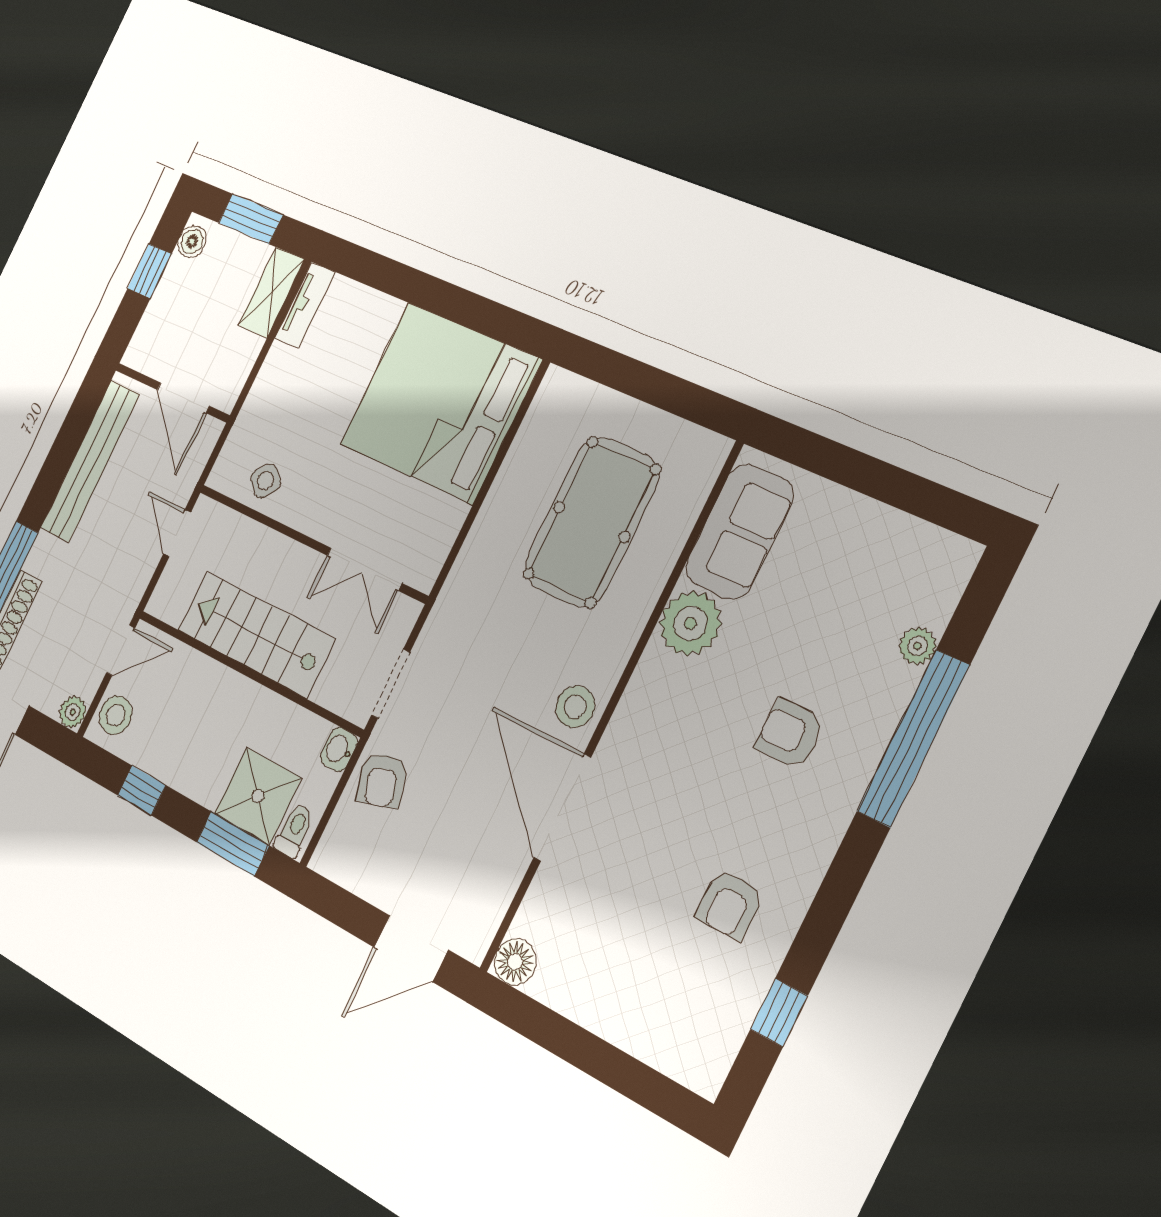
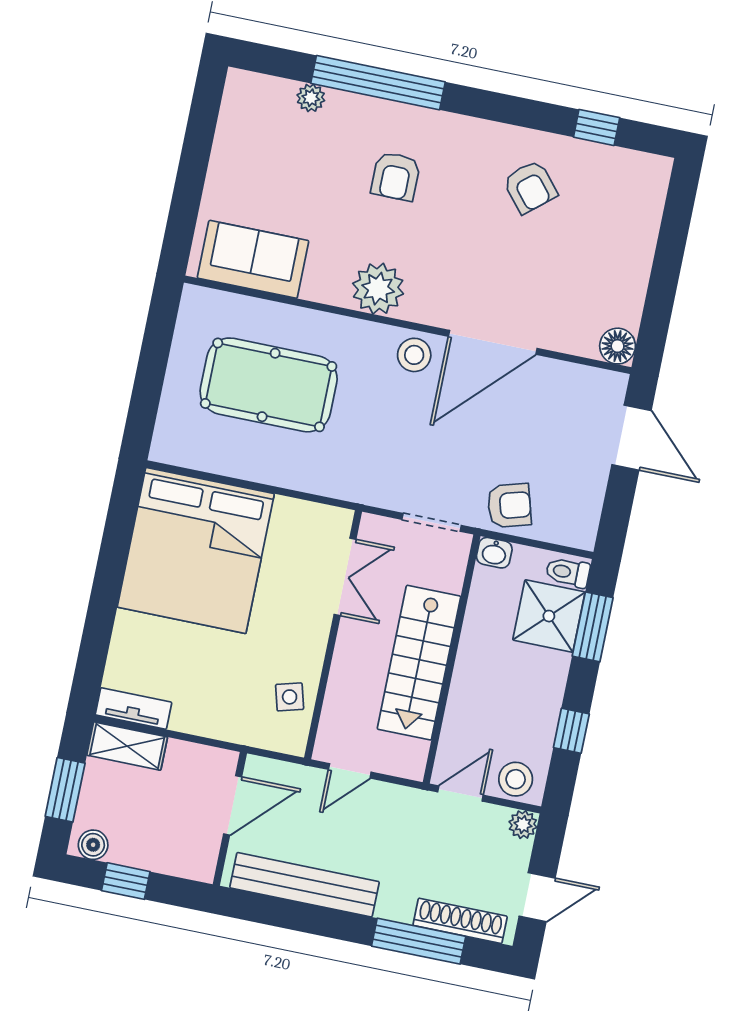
side table: (265, 481) -> (290, 697), turned 32
plant: (690, 623) -> (378, 289), moved
door: (121, 650) -> (460, 793), hinge flipped
armchair: (730, 904) -> (530, 187), turned 50

